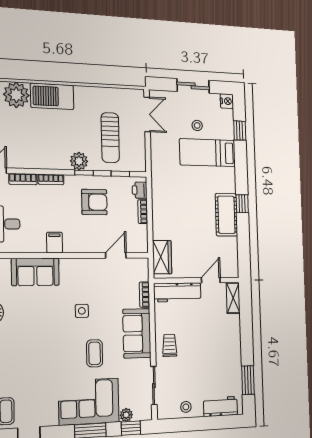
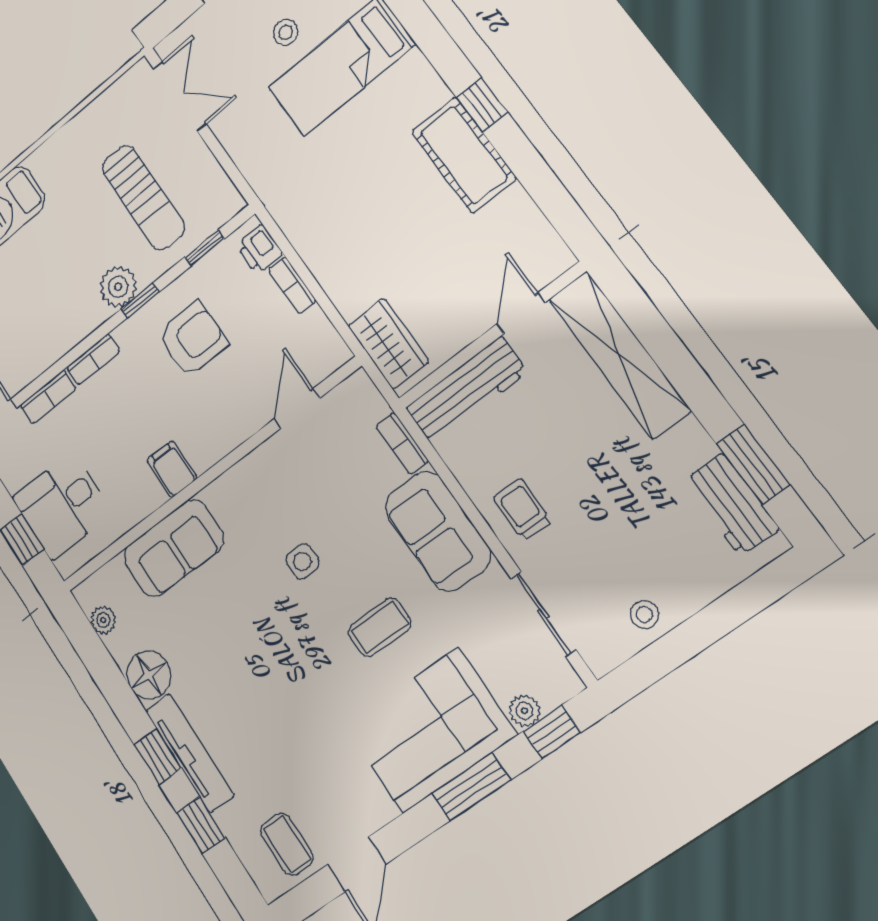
shelving: (233, 298) -> (619, 355), width x2.20, depth x1.33
coffee table: (95, 353) -> (380, 627), turned 90
workbench: (220, 406) -> (731, 505), moved, turned -90

